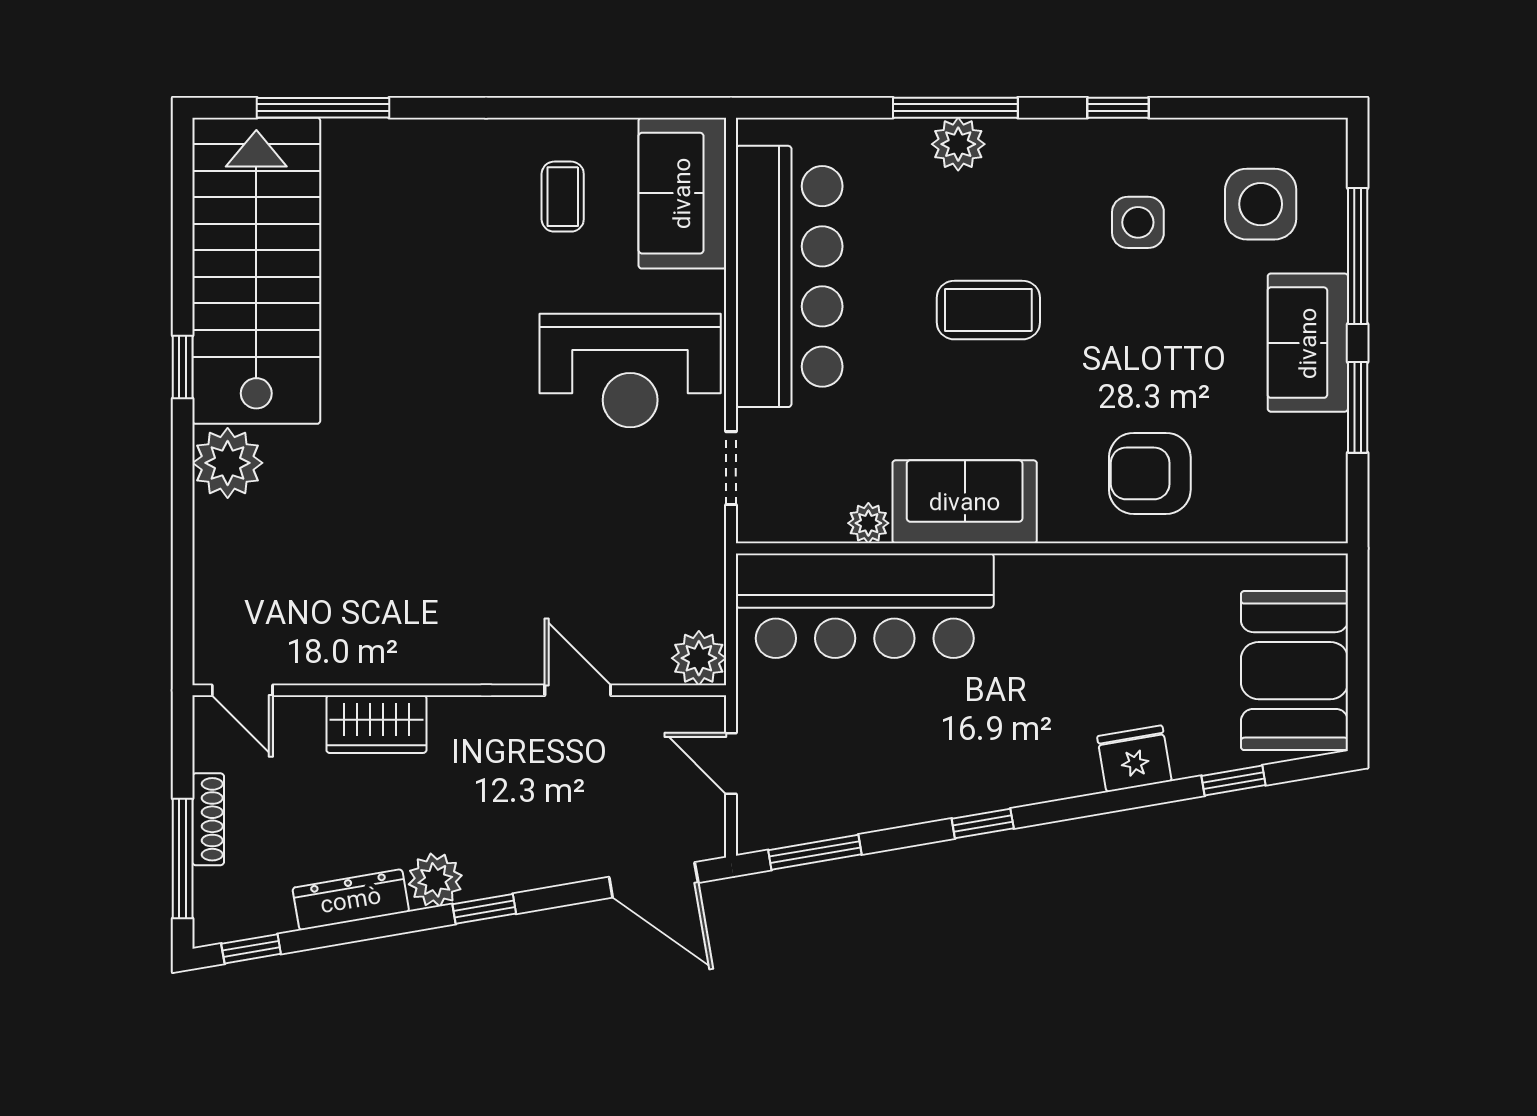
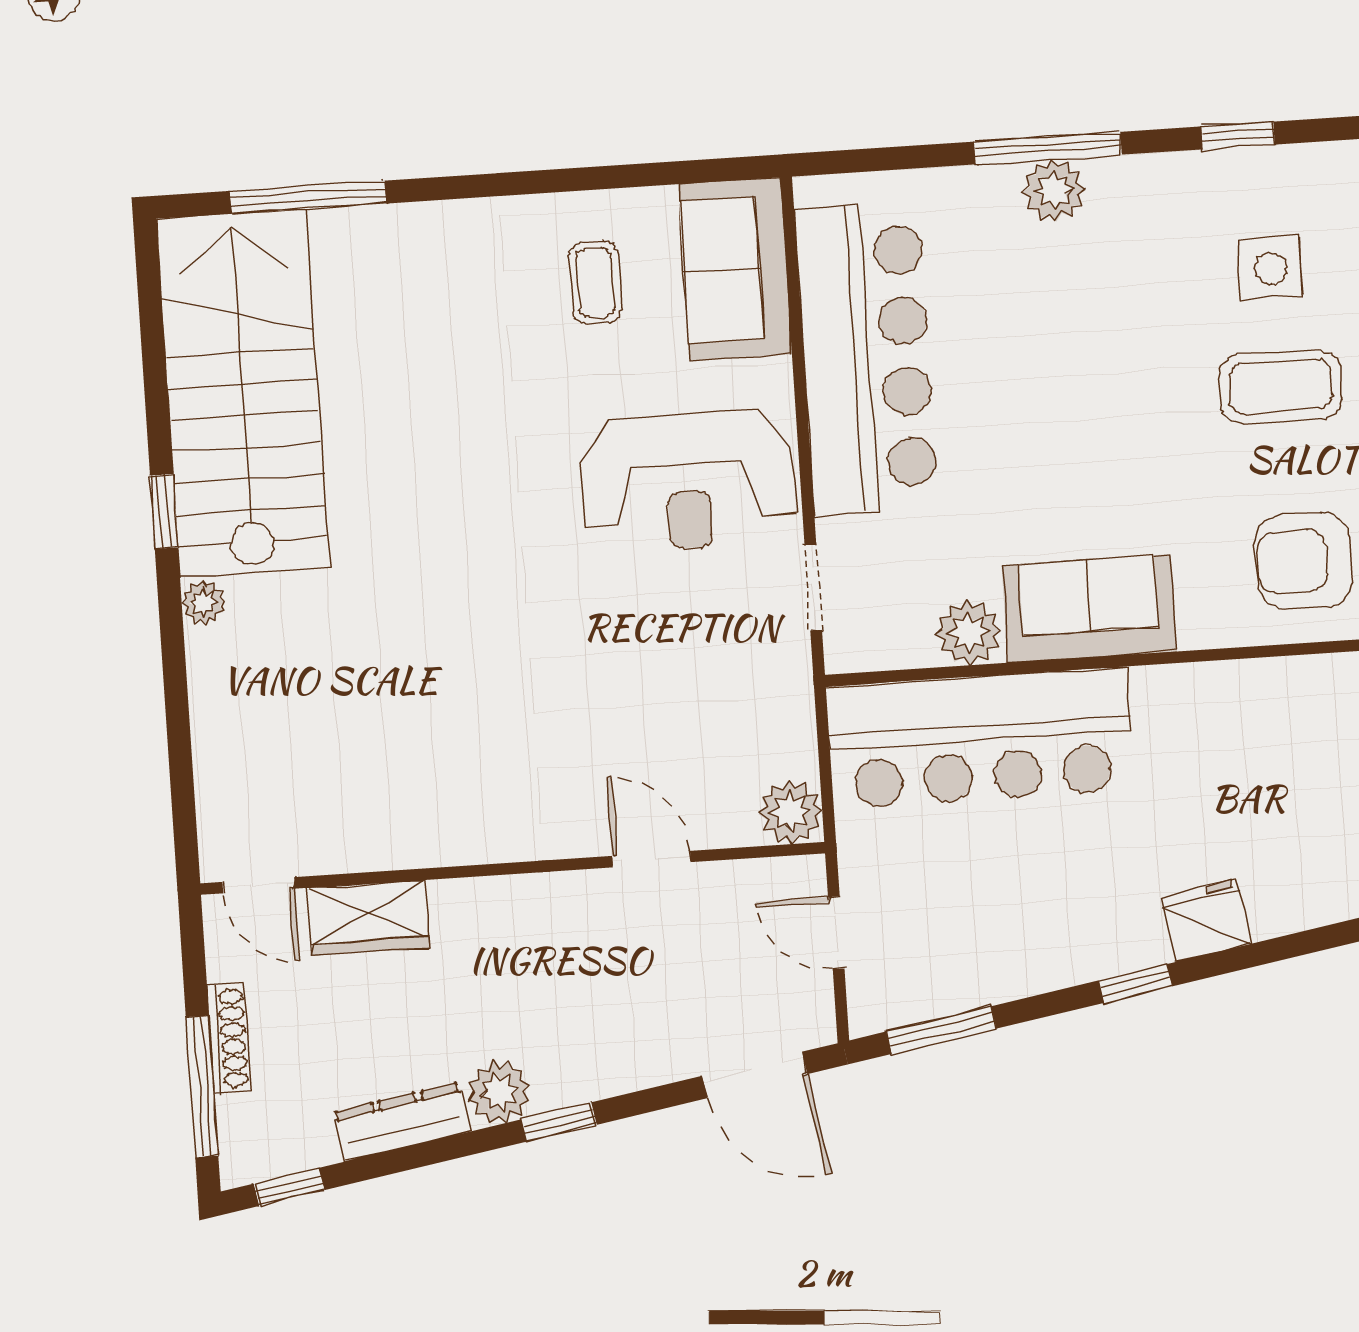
coffee table: (988, 310) -> (1280, 387), moved
plant: (228, 463) -> (203, 602), width x0.53, depth x0.53
plant: (868, 523) -> (969, 633), width x1.38, depth x1.38
wardrobe: (376, 724) -> (369, 918), moved
fridge: (1134, 759) -> (1206, 920), moved

